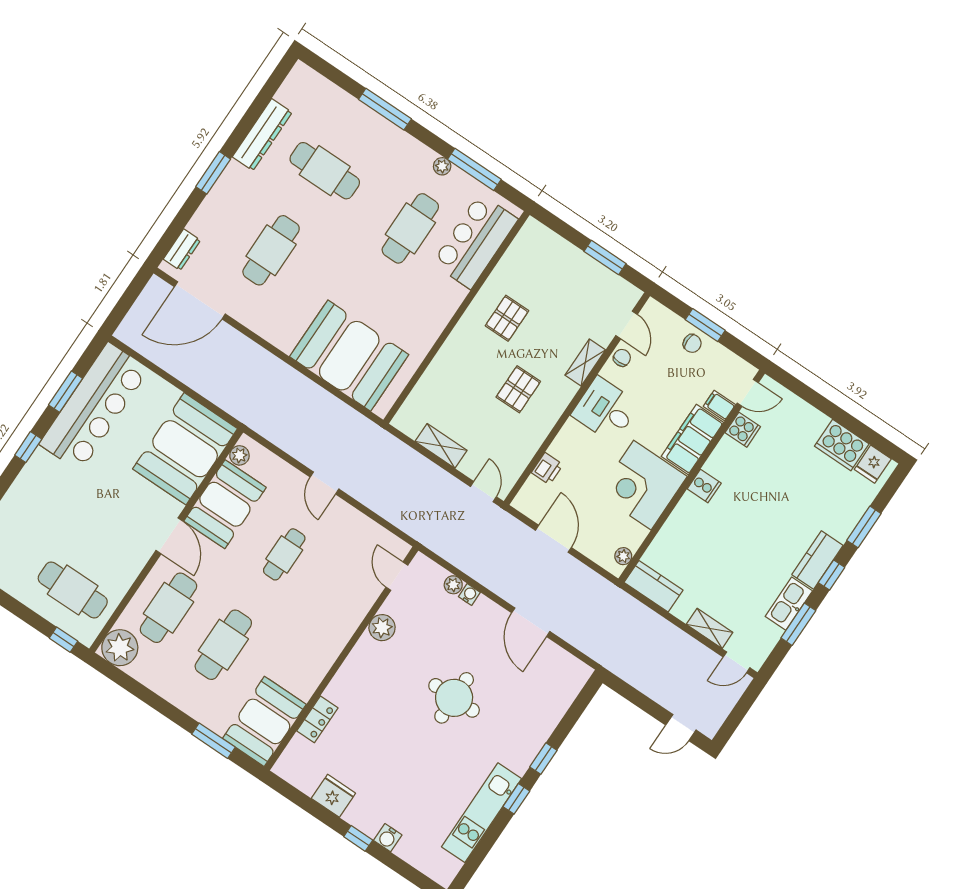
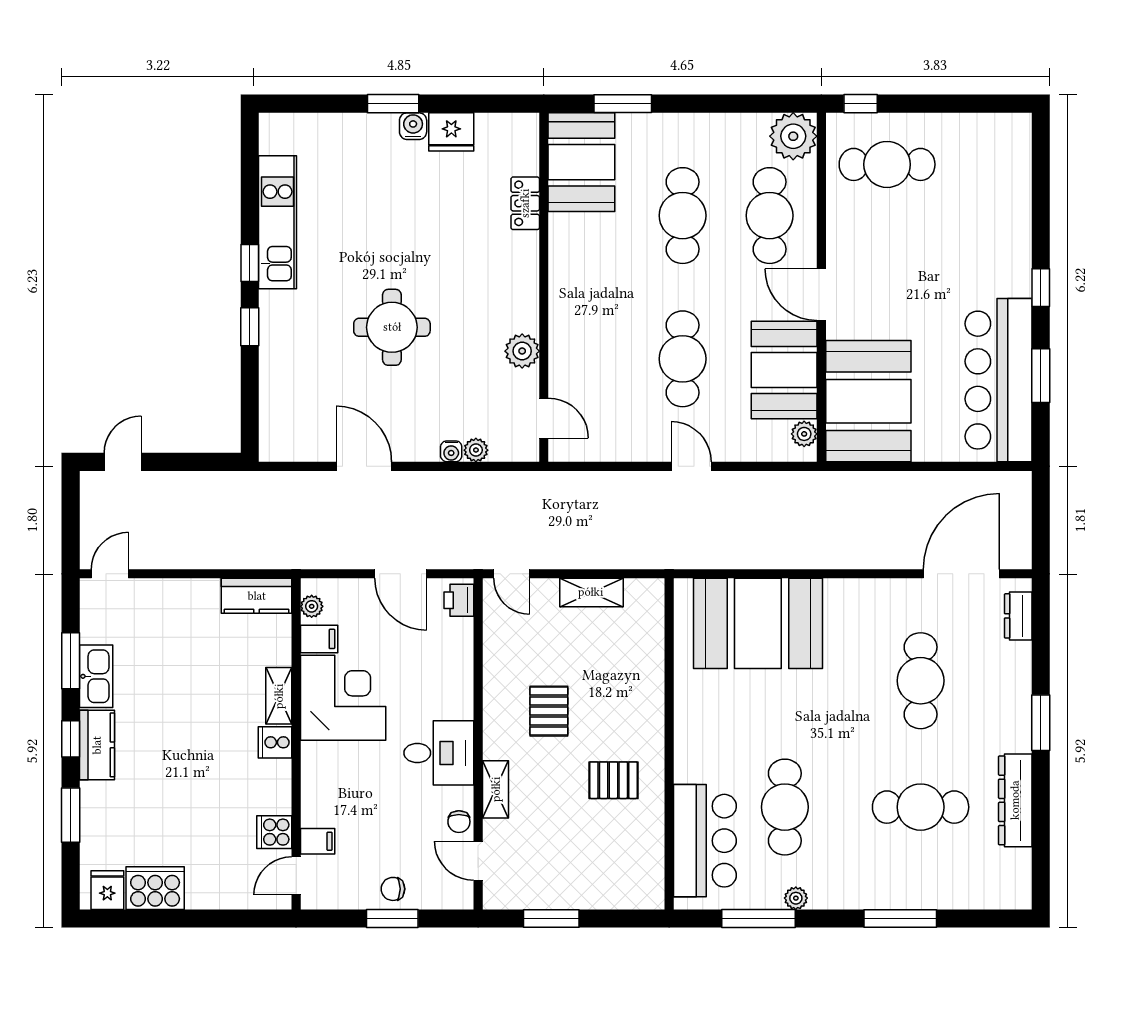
pallet: (507, 318) -> (613, 780), turned 90
filing cabinet: (692, 439) -> (319, 639), moved, width x0.33, depth x0.86
printer: (547, 469) -> (459, 600), moved
cafe table: (284, 554) -> (683, 359), width x1.37, depth x1.35
shelving: (710, 628) -> (279, 696), moved, turned 90
window: (358, 838) -> (393, 104), width x1.50
water cooler: (388, 838) -> (413, 126), moved

